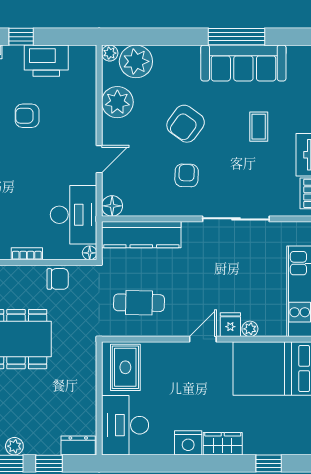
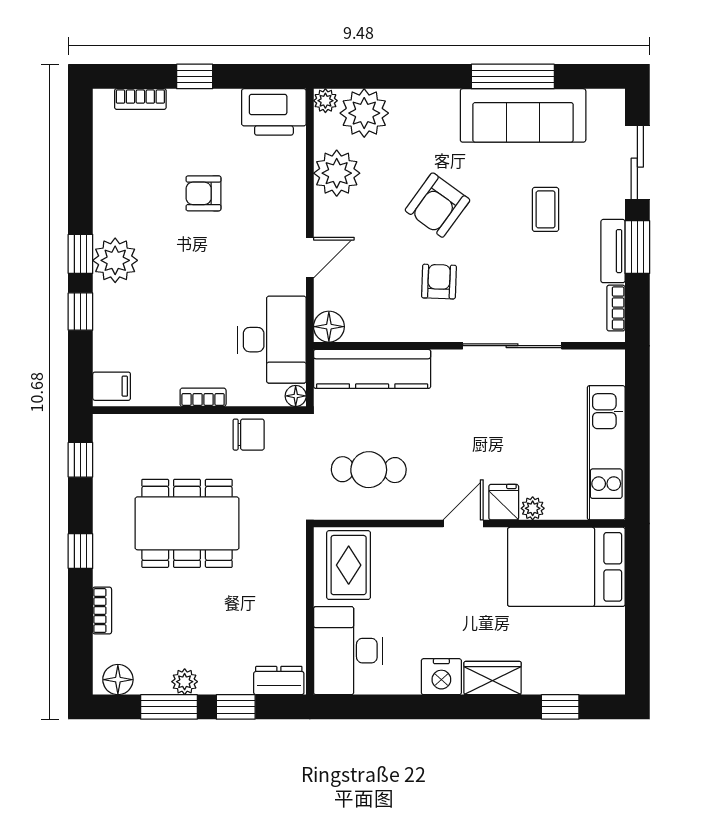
printer: (46, 61) -> (274, 112), moved

